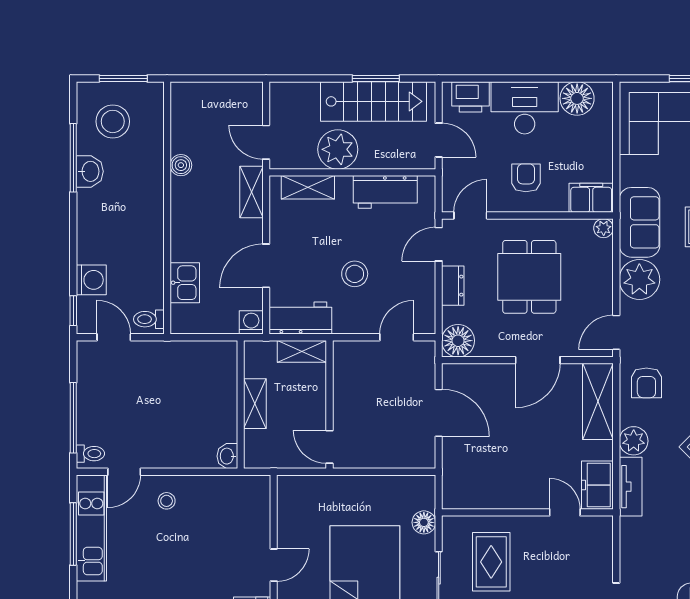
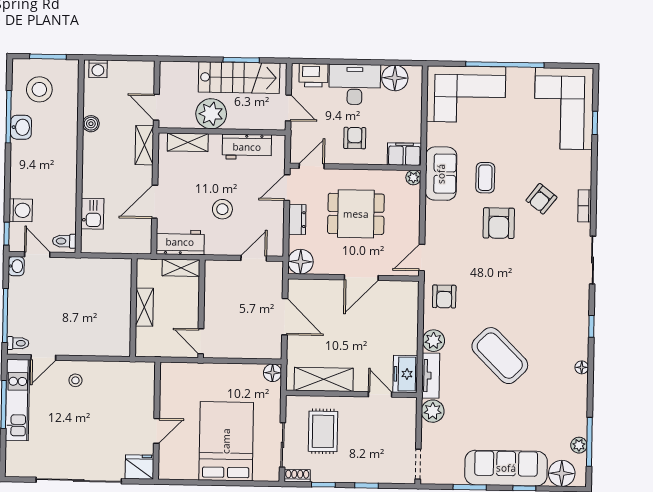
dining table: (529, 277) -> (356, 214), turned 90
plant: (639, 279) -> (433, 411), moved, width x0.73, depth x0.73
washing machine: (251, 322) -> (98, 69), moved, turned 180
shelving: (598, 401) -> (324, 379), moved, turned 90
washbasin: (227, 456) -> (16, 266), moved, turned 180
floor lamp: (424, 522) -> (273, 373), moved

